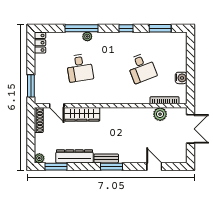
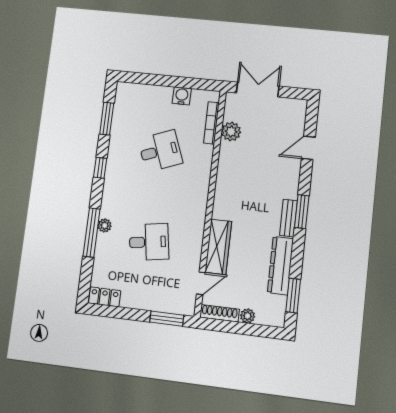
plant: (39, 158) -> (247, 316), moved

